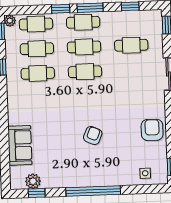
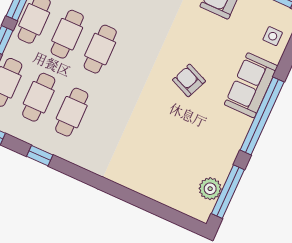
sofa: (20, 145) -> (251, 85), moved, turned -90
window: (37, 193) -> (228, 192), width x2.17

